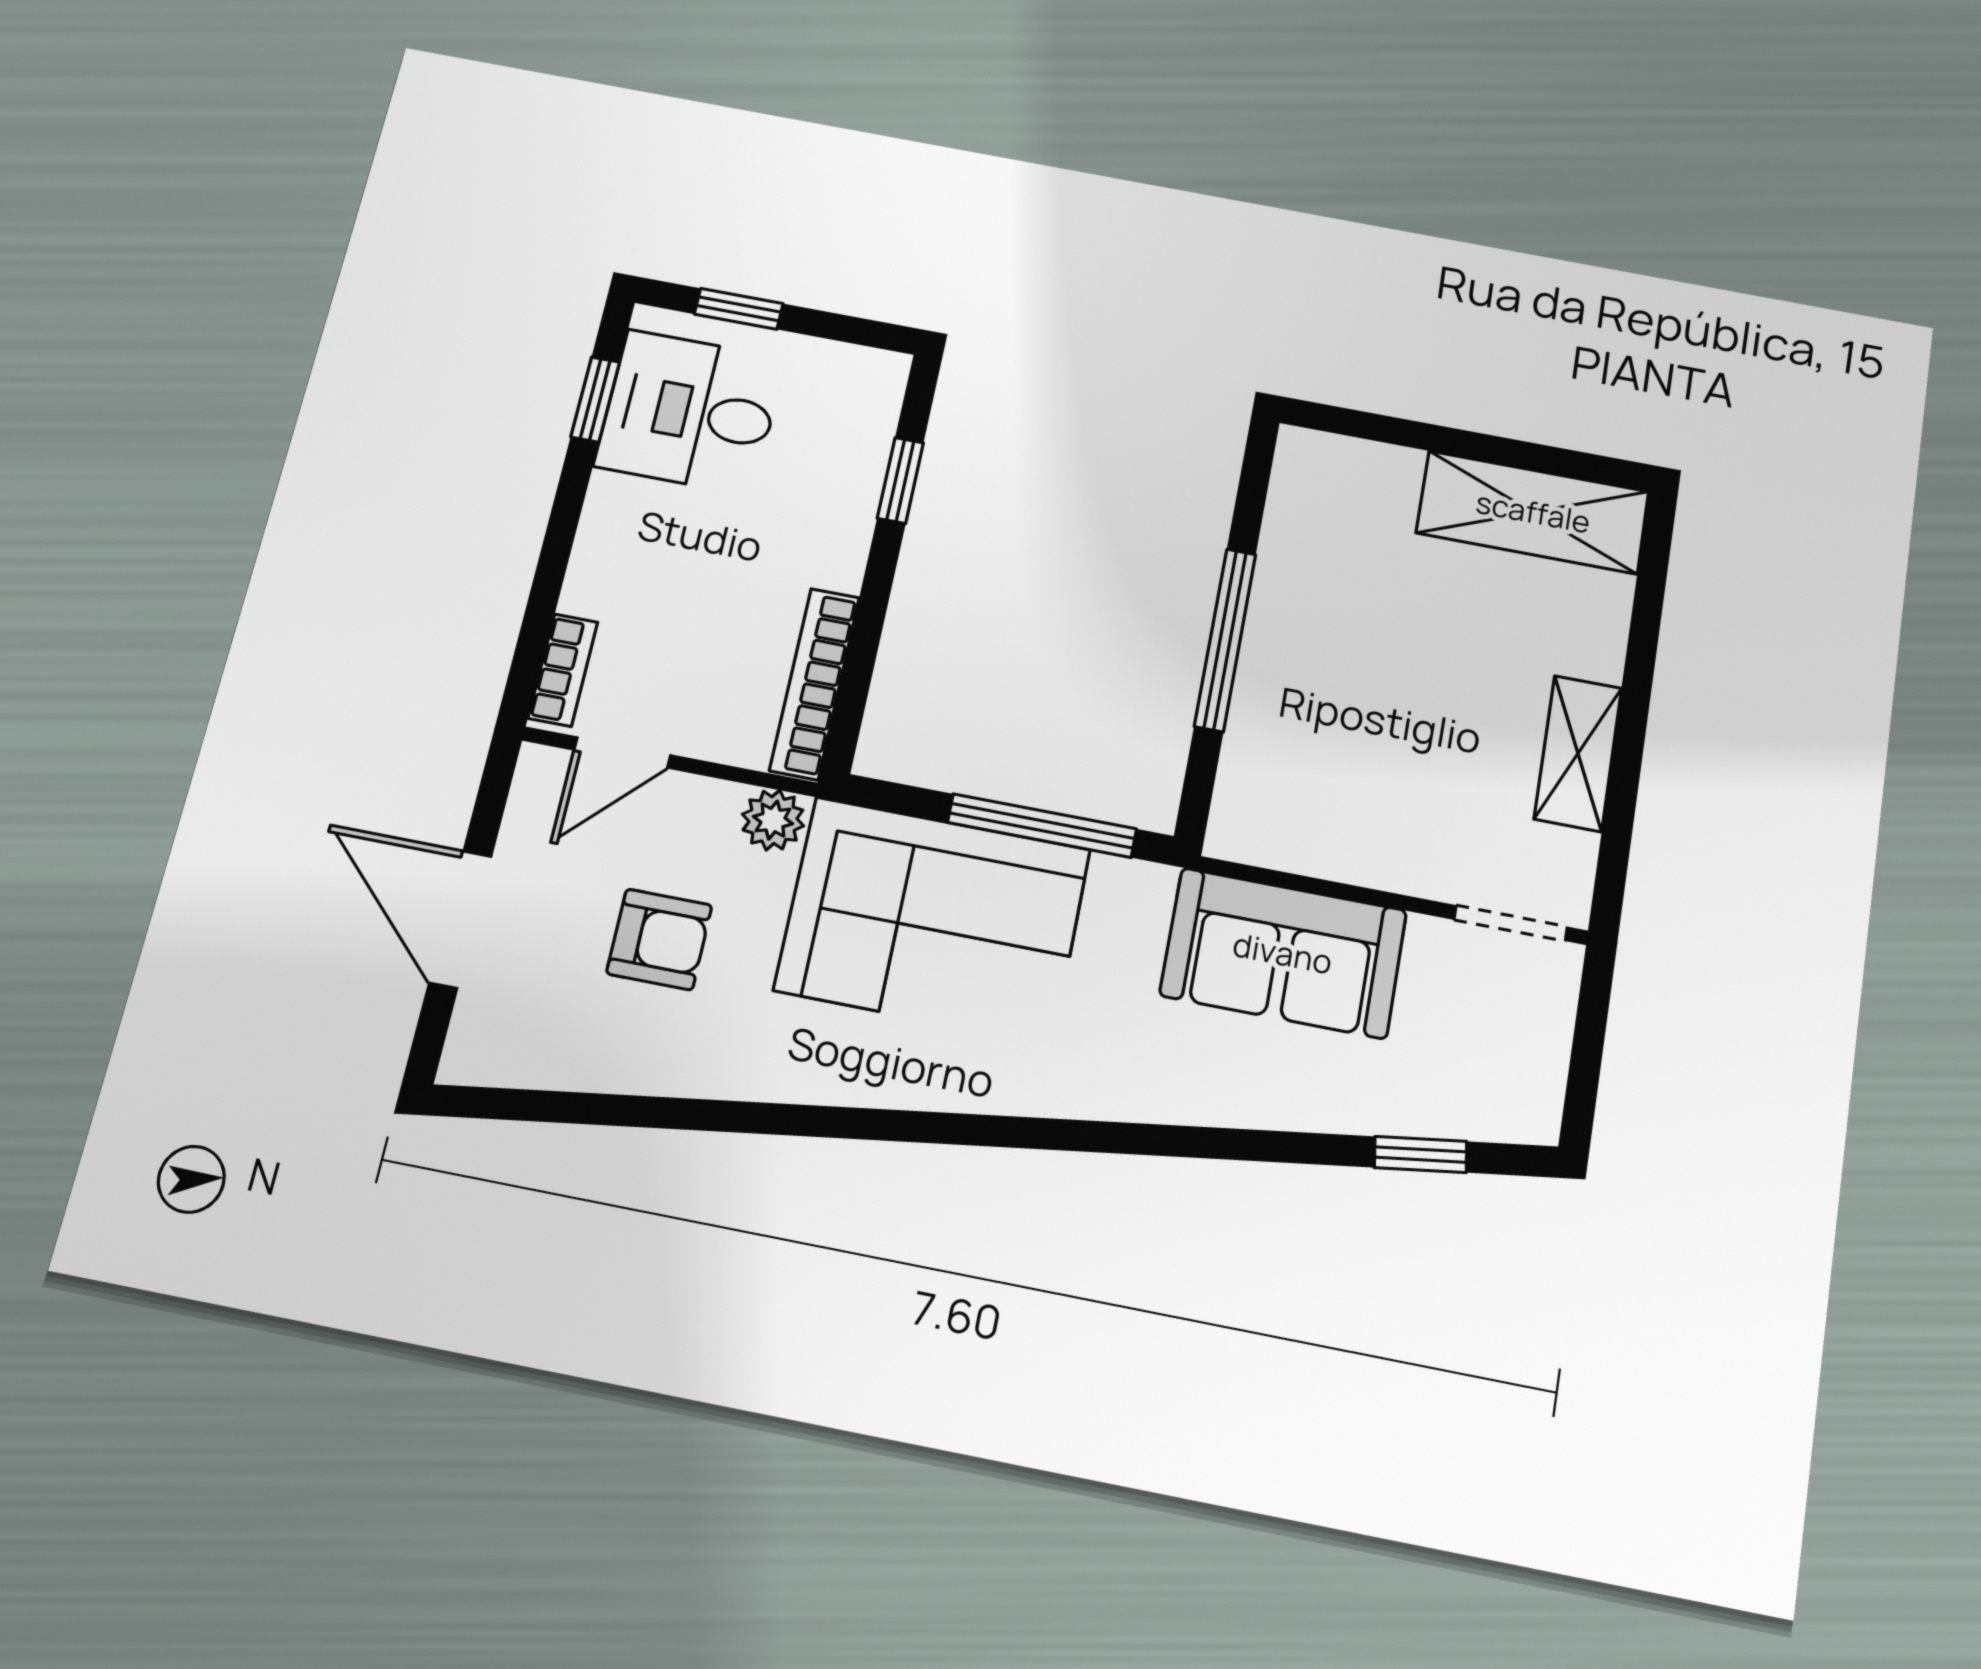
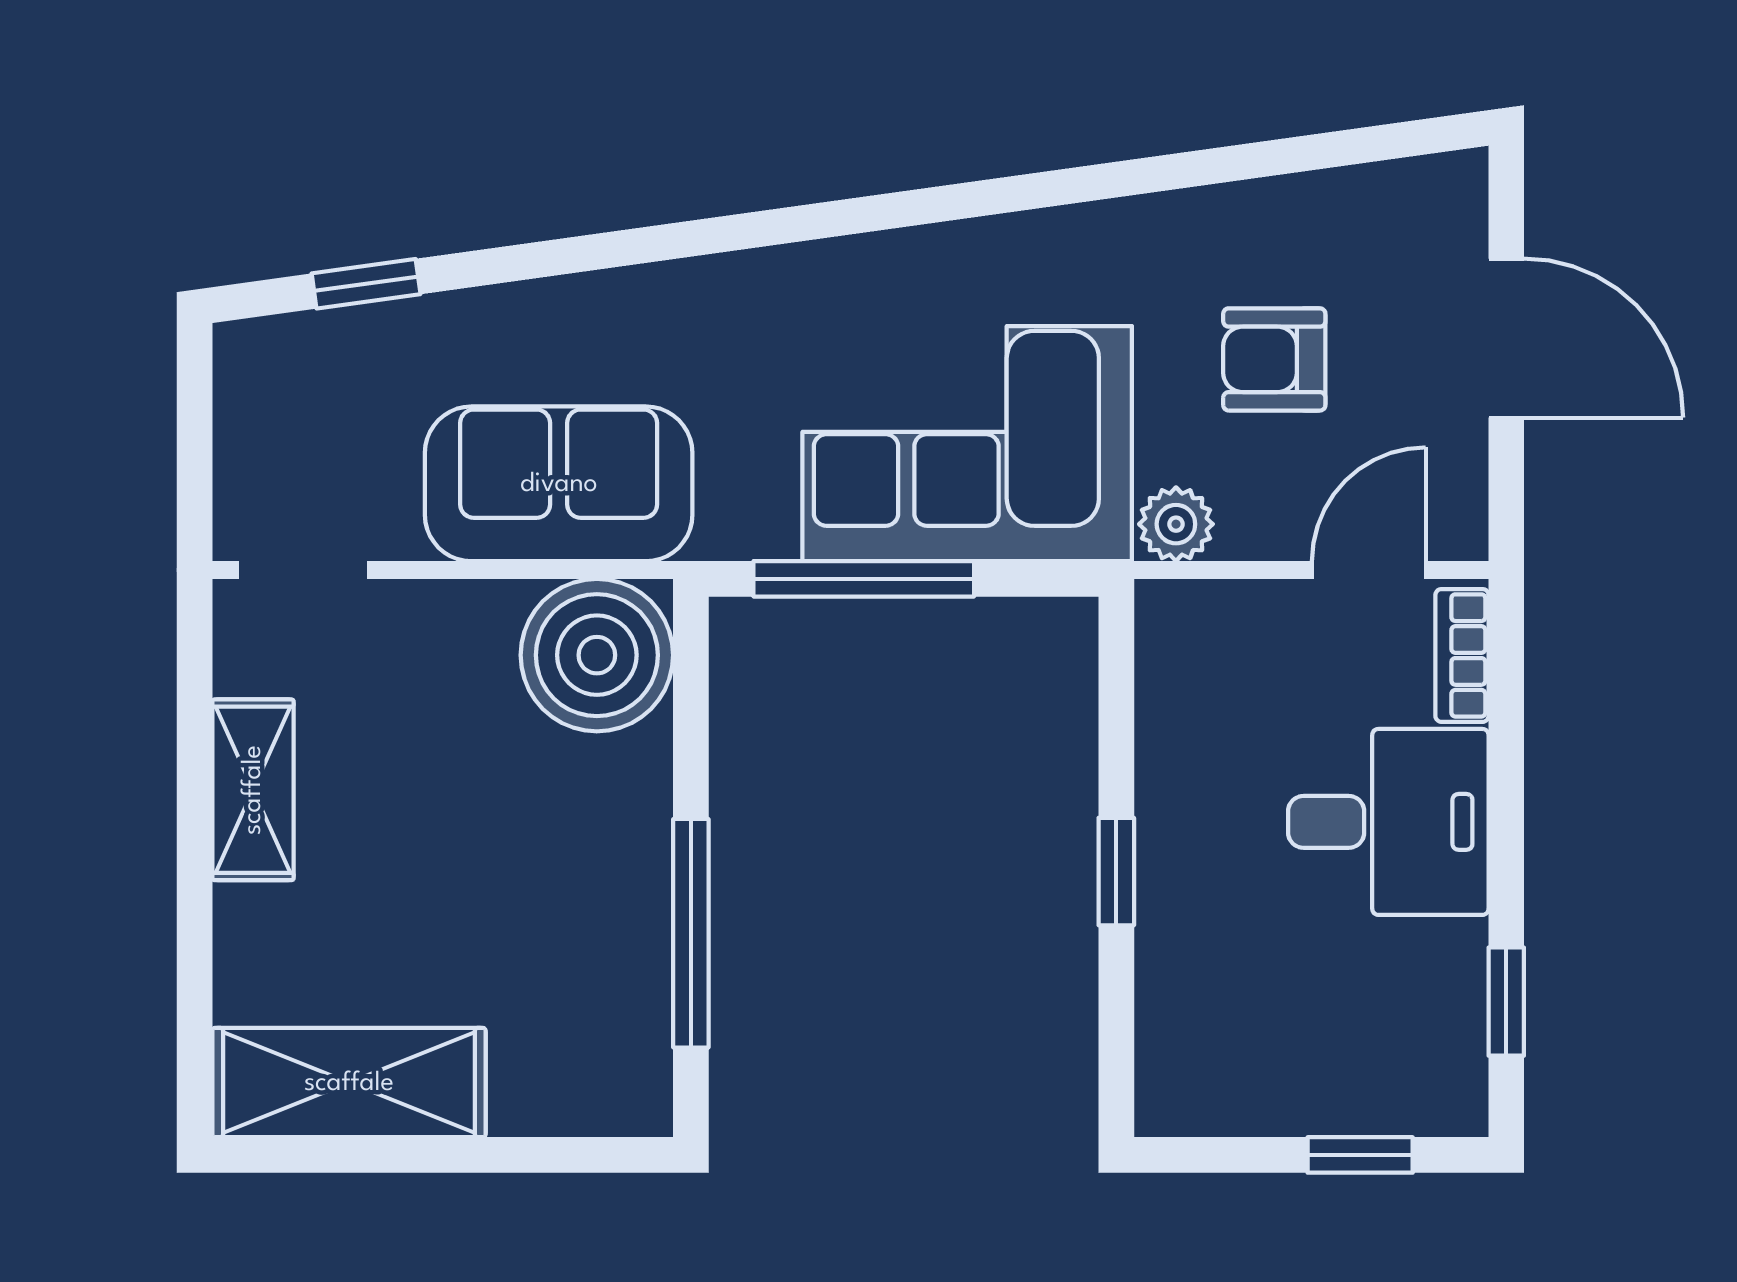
desk: (690, 412) -> (1388, 822), moved
window: (900, 480) -> (1116, 872), moved
window: (1225, 640) -> (691, 933), moved
bookcase: (815, 684) -> (1164, 697), removed
boiler: (1276, 807) -> (597, 655), added

